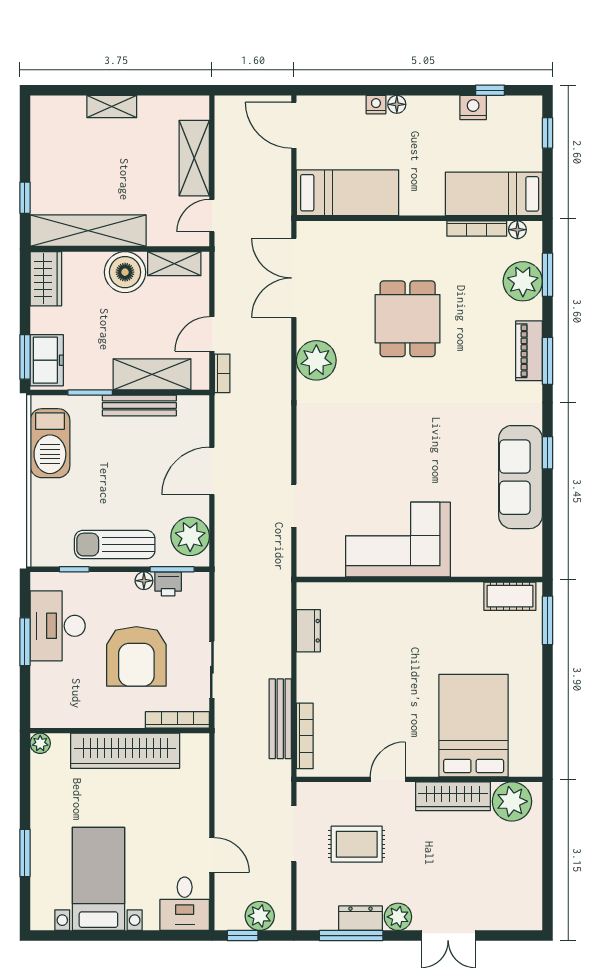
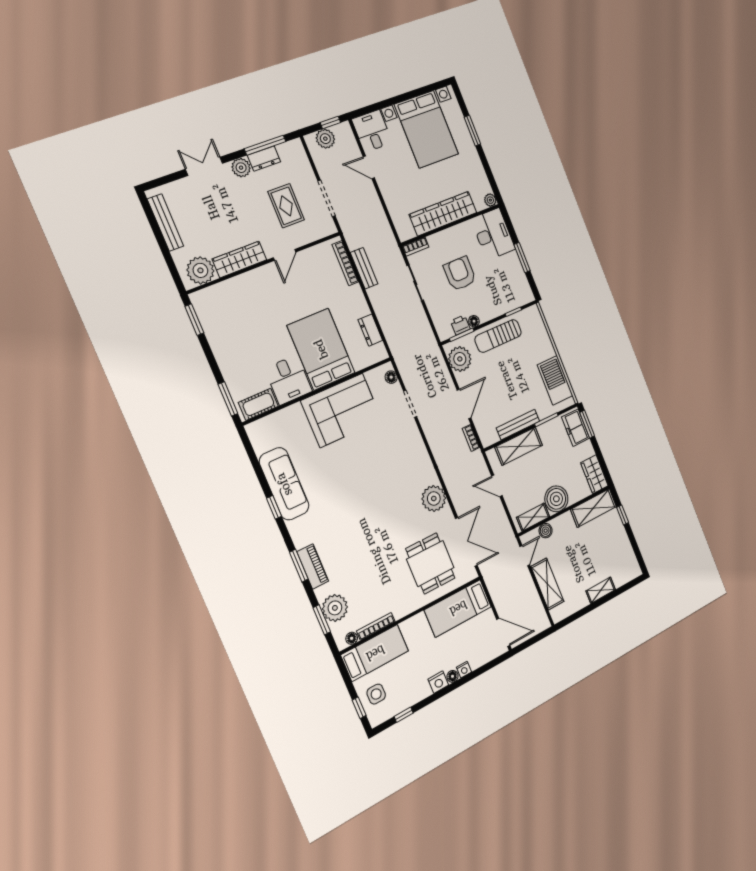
nightstand: (473, 107) -> (438, 682), moved
side table: (516, 138) -> (376, 694), added
shelving: (88, 231) -> (594, 508), width x0.68
boiler: (163, 235) -> (546, 531), added
dining table: (408, 319) -> (430, 563), moved
door: (212, 334) -> (497, 486), swing flipped
bookcase: (222, 373) -> (471, 438), moved
sun lounger: (115, 545) -> (498, 336), turned 180
floor lamp: (306, 554) -> (391, 377), added
desk: (455, 611) -> (288, 380), added
desk: (58, 626) -> (493, 234), moved
armchair: (136, 656) -> (460, 274), width x0.73, depth x0.73
bench: (280, 719) -> (364, 268), width x0.73
bookcase: (177, 720) -> (416, 247), width x0.64
bed: (474, 726) -> (321, 349), moved, turned 180
window: (548, 741) -> (194, 320), added
rug: (357, 844) -> (286, 206), turned 90
bed with nightstands: (98, 879) -> (426, 129), width x1.36
bench: (531, 880) -> (165, 223), added

